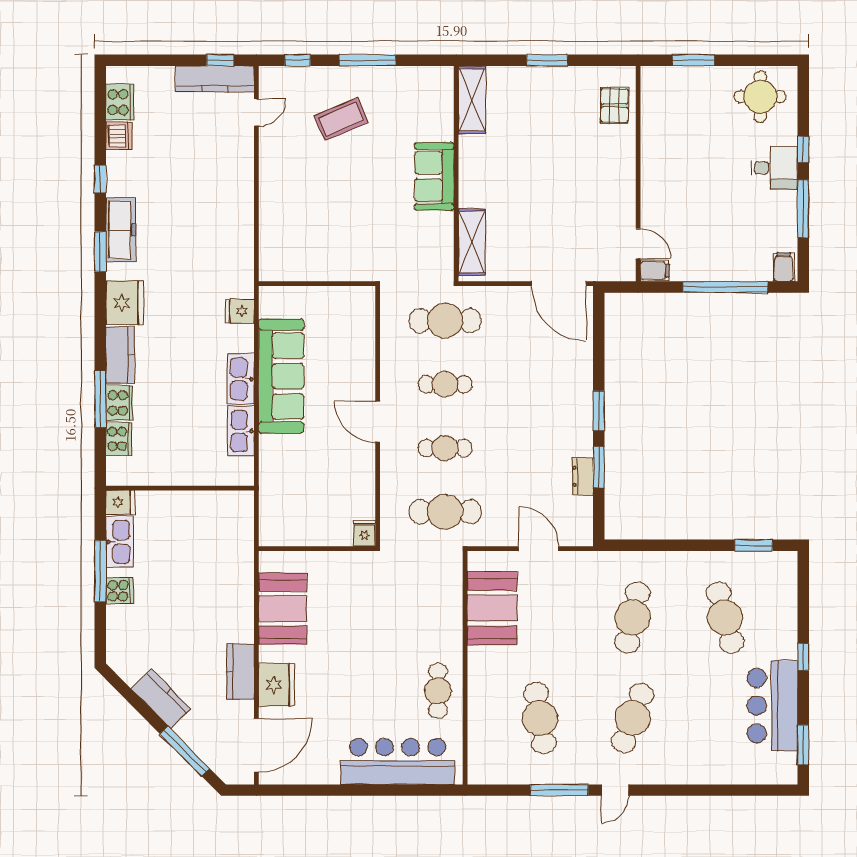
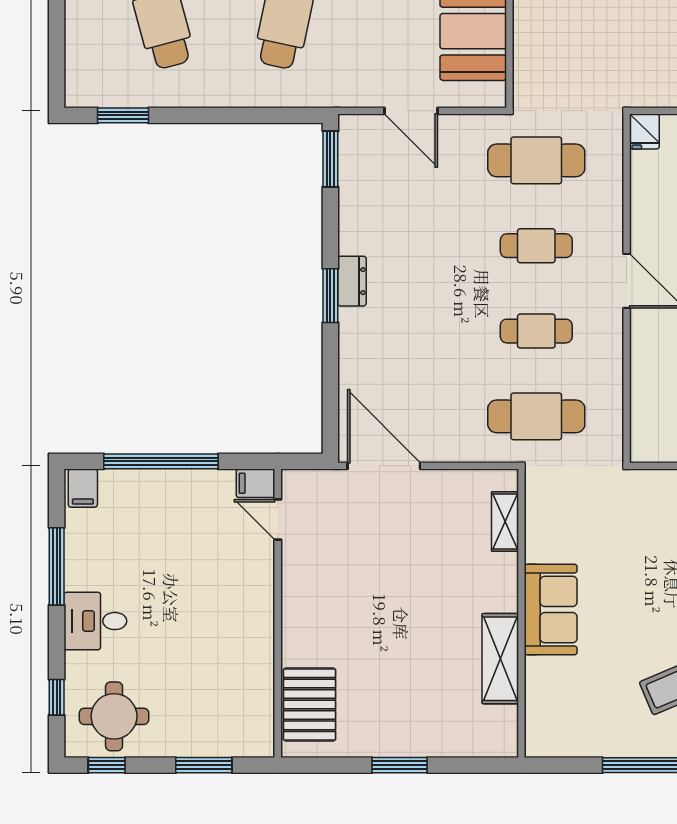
window: (766, 60) -> (107, 765), added
shelving: (472, 100) -> (500, 659), moved
pallet: (614, 105) -> (310, 704), width x1.50, depth x1.42
window: (803, 150) -> (57, 697), moved
shelving: (472, 242) -> (505, 522), width x0.67, depth x0.75
window: (599, 467) -> (330, 159), moved
dresser: (583, 476) -> (352, 281), moved

